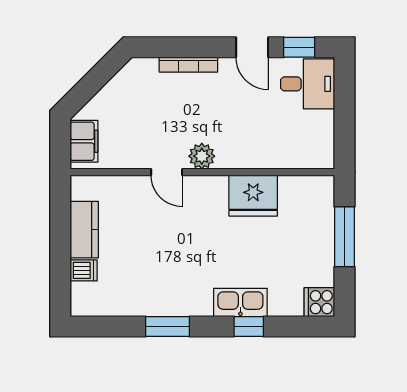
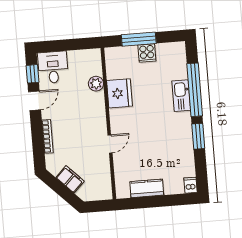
filing cabinet: (84, 141) -> (70, 179), moved, turned 45
plant: (202, 156) -> (96, 84), moved
dishwasher: (84, 270) -> (191, 185), moved
cooker: (319, 302) -> (147, 53), moved
window: (249, 326) -> (195, 90), width x3.17

